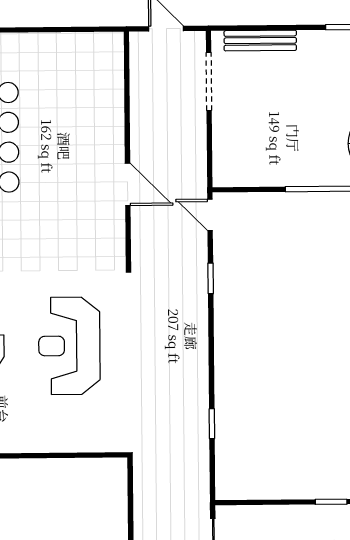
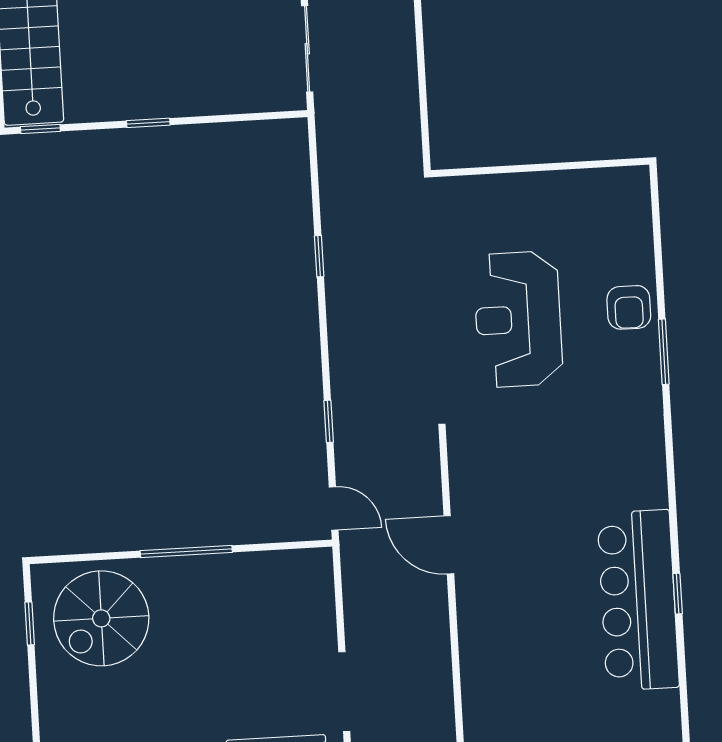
reception desk: (69, 346) -> (518, 319), turned 180
window: (212, 424) -> (319, 256), moved

